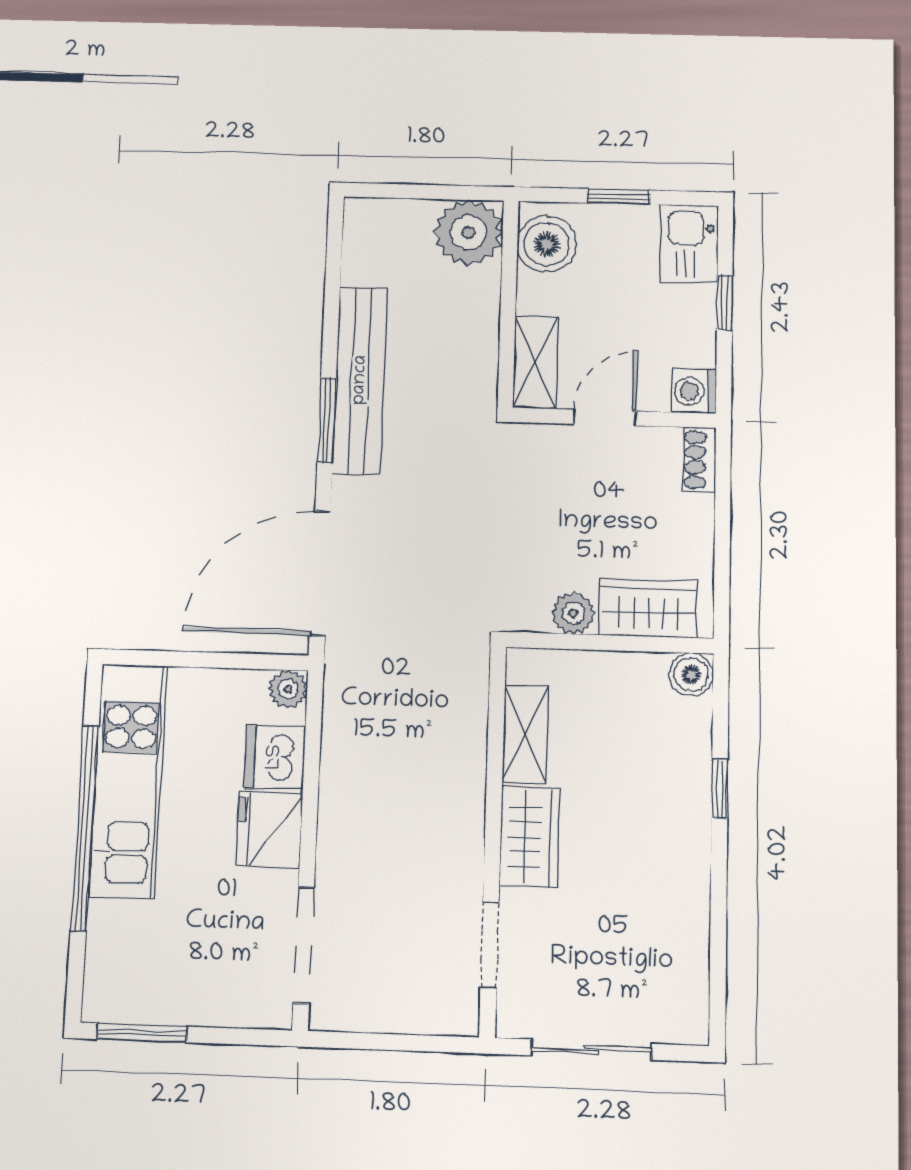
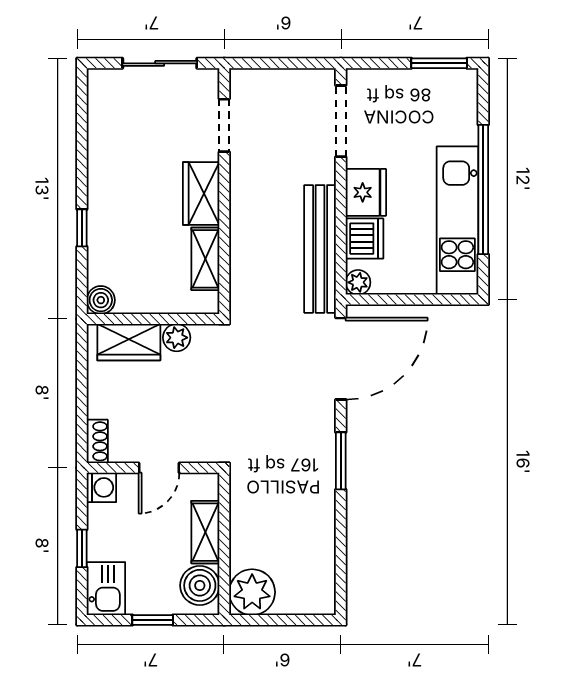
shelving: (535, 362) -> (205, 532), moved
bench: (360, 380) -> (320, 249), moved

